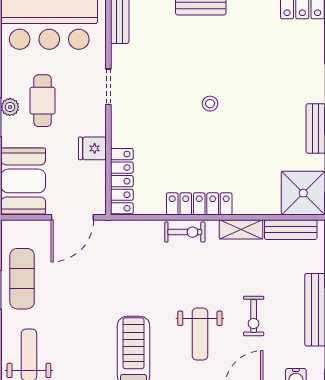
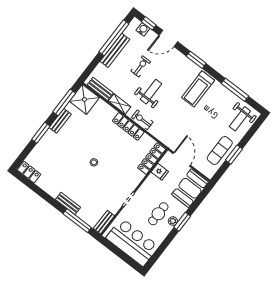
fridge: (92, 148) -> (160, 172), moved
door: (72, 217) -> (182, 159), hinge flipped
weight bench: (200, 334) -> (151, 92), moved

